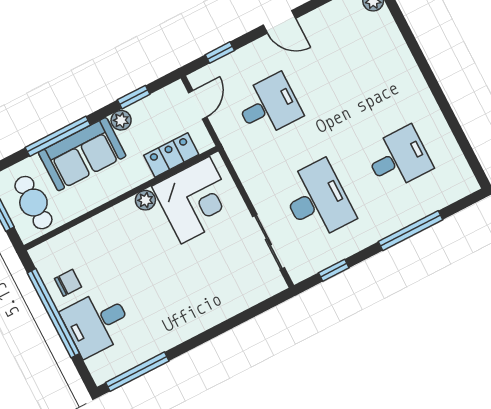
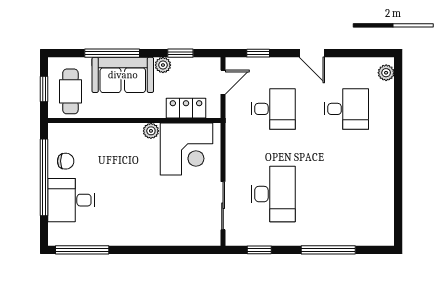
desk: (399, 158) -> (346, 109), moved

